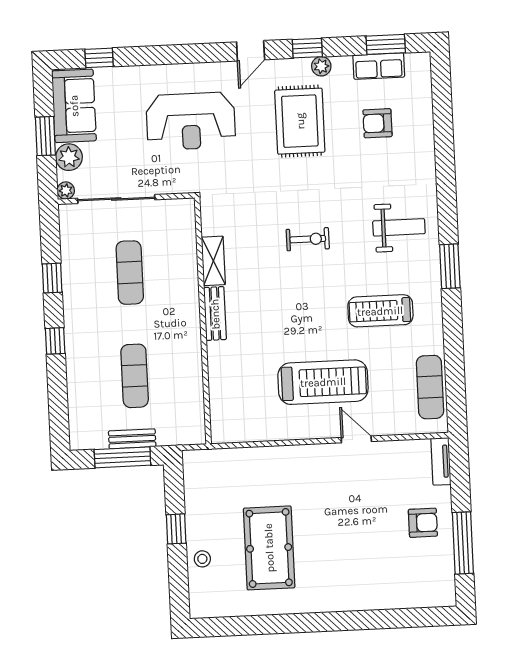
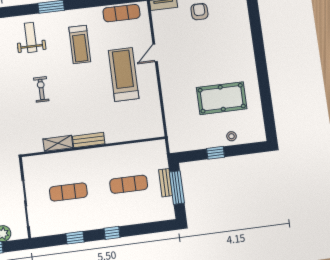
plant: (66, 191) -> (23, 234), removed

